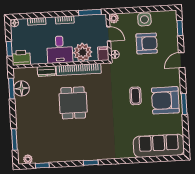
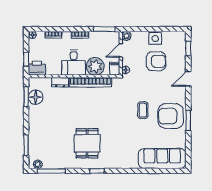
door: (109, 34) -> (121, 50), swing flipped
dining table: (73, 103) -> (87, 143), moved
window: (42, 165) -> (51, 171), width x2.17

